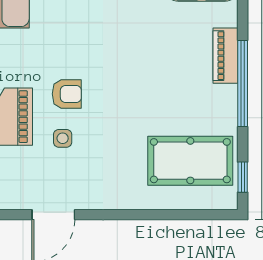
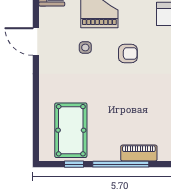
armchair: (67, 94) -> (128, 54), moved, turned -90
window: (243, 177) -> (74, 164), moved

